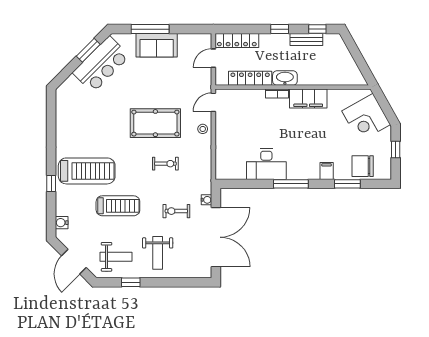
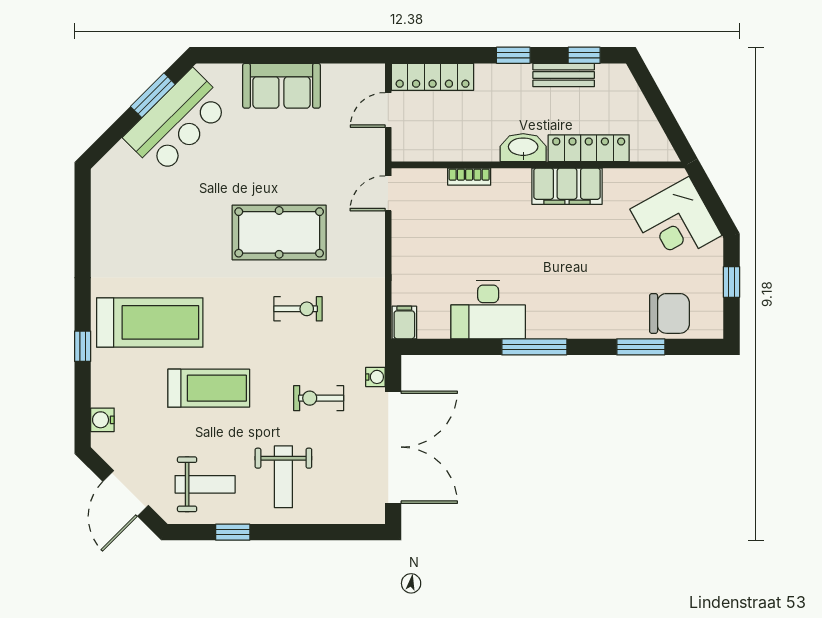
window: (150, 29) -> (269, 55), removed
locker: (250, 78) -> (589, 148), moved
bookcase: (277, 93) -> (469, 177), moved
stool: (203, 129) -> (368, 243), removed
chair: (363, 166) -> (670, 313), turned 180
filing cabinet: (327, 171) -> (404, 323), moved

